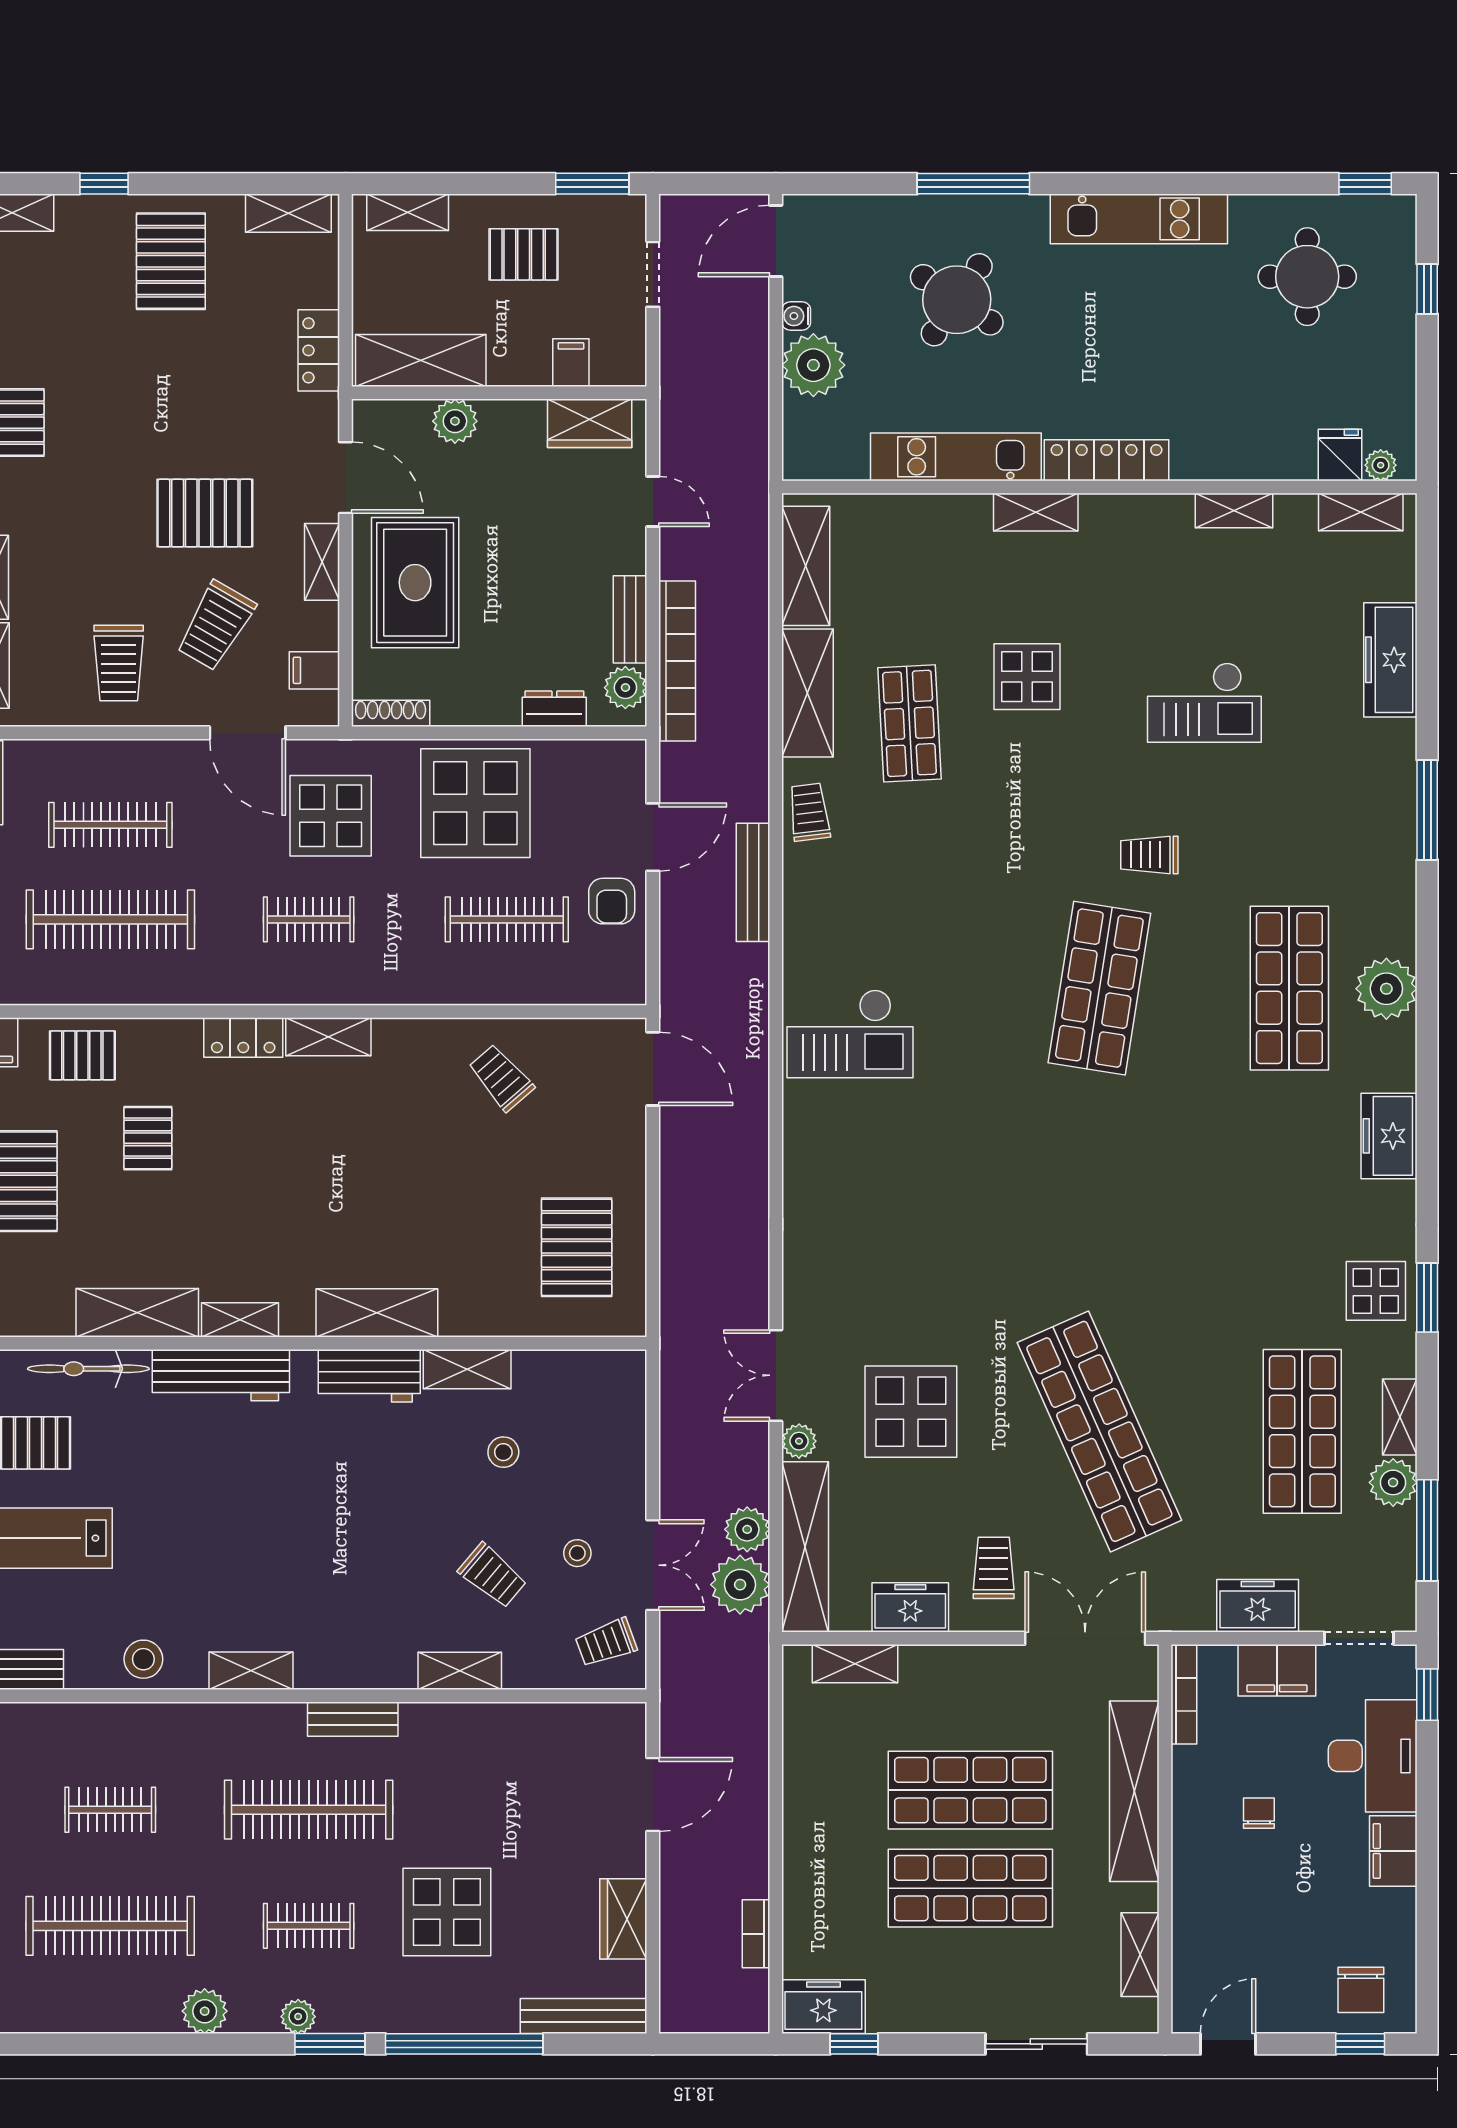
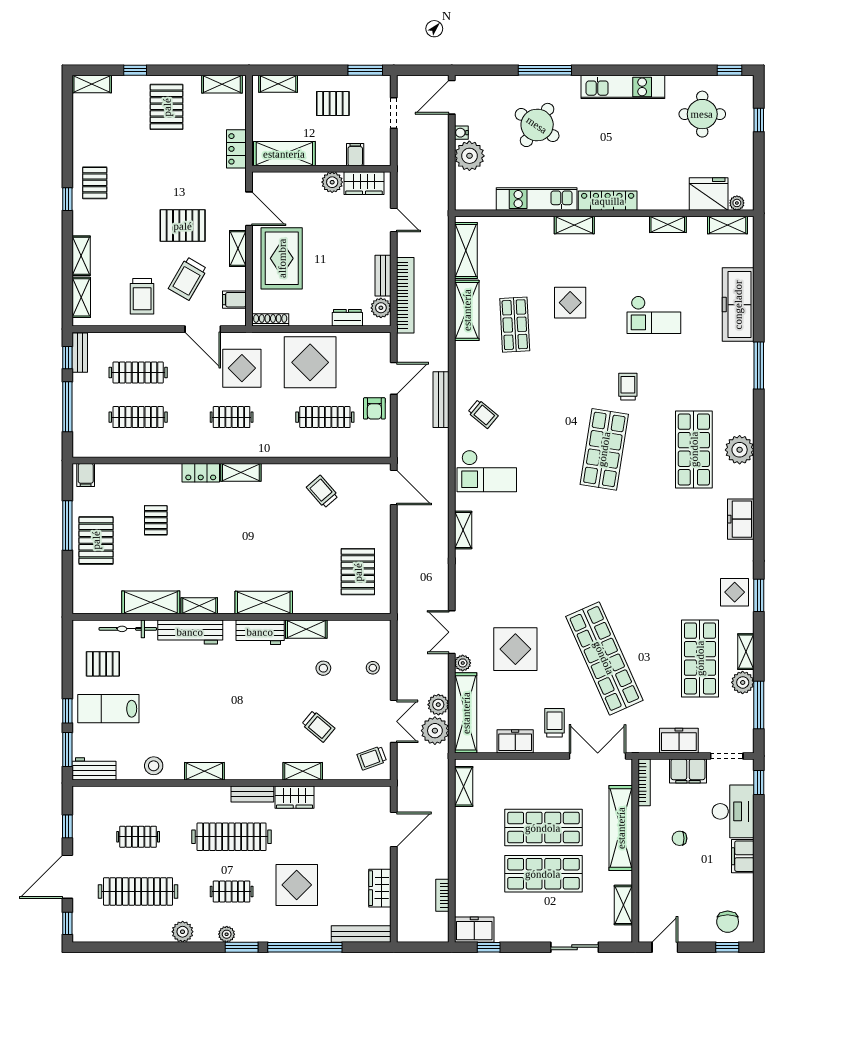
plant: (455, 421) -> (332, 182), moved
fridge: (1340, 455) -> (709, 194), width x1.88, depth x1.34
freezer: (1390, 660) -> (738, 305), width x1.36, depth x1.26
trolley: (809, 812) -> (483, 414), moved, turned 137
trolley: (1149, 855) -> (628, 387), turned 90
clothes rail: (110, 919) -> (138, 417), width x0.73, depth x0.76
pallet: (82, 1055) -> (125, 481), removed
shelving: (800, 1159) -> (463, 530), added
stool: (577, 1553) -> (373, 668), moved
shelving: (855, 1664) -> (464, 786), moved, turned 90
wardrobe: (442, 1726) -> (295, 797), added
chair: (1259, 1813) -> (680, 838), turned -90

